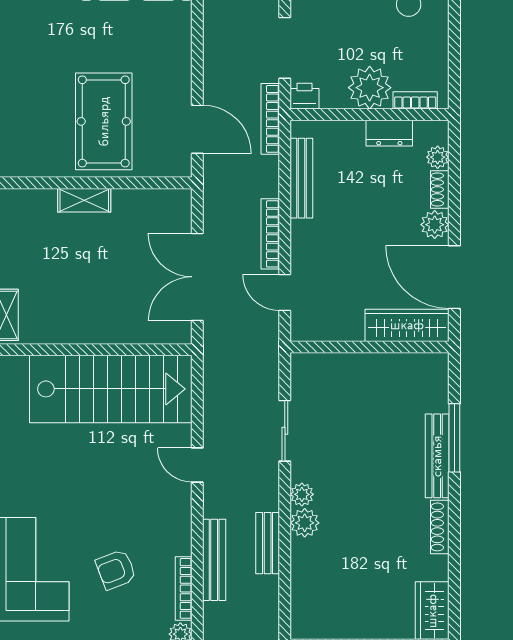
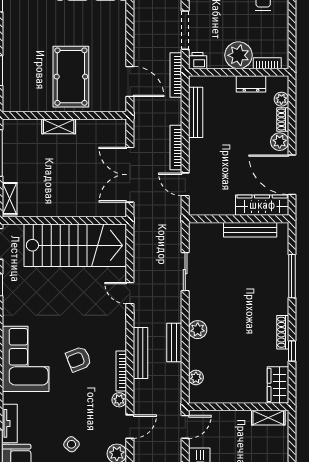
bench: (437, 456) -> (250, 230), moved, turned 90
plant: (302, 494) -> (196, 377), moved
window: (454, 557) -> (292, 351), added

